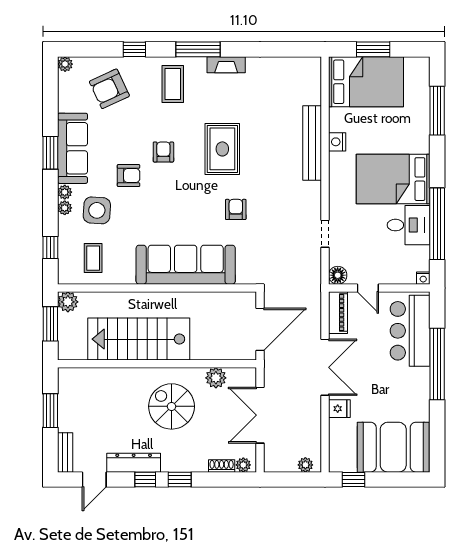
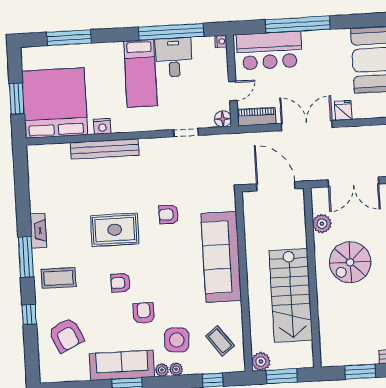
plant: (65, 64) -> (46, 376), removed
bed: (366, 82) -> (55, 103), width x1.36
bed: (393, 179) -> (140, 73), width x0.67
coffee table: (93, 258) -> (220, 341), turned 53

